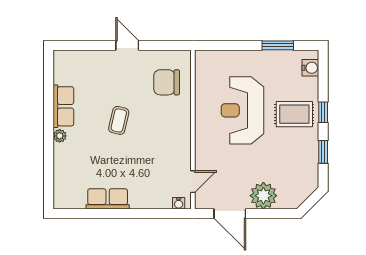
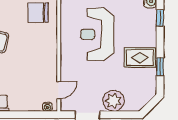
window: (323, 112) -> (160, 18), moved
rug: (294, 114) -> (140, 57), moved

